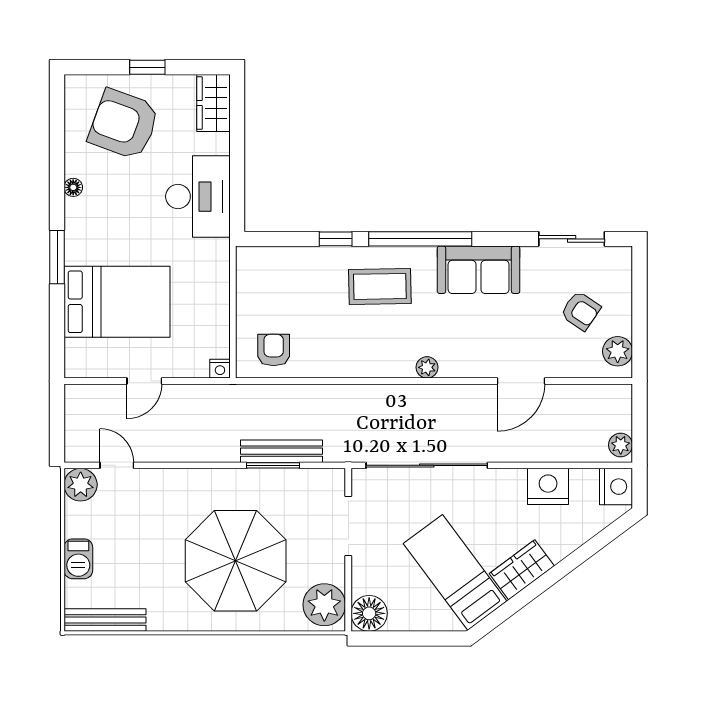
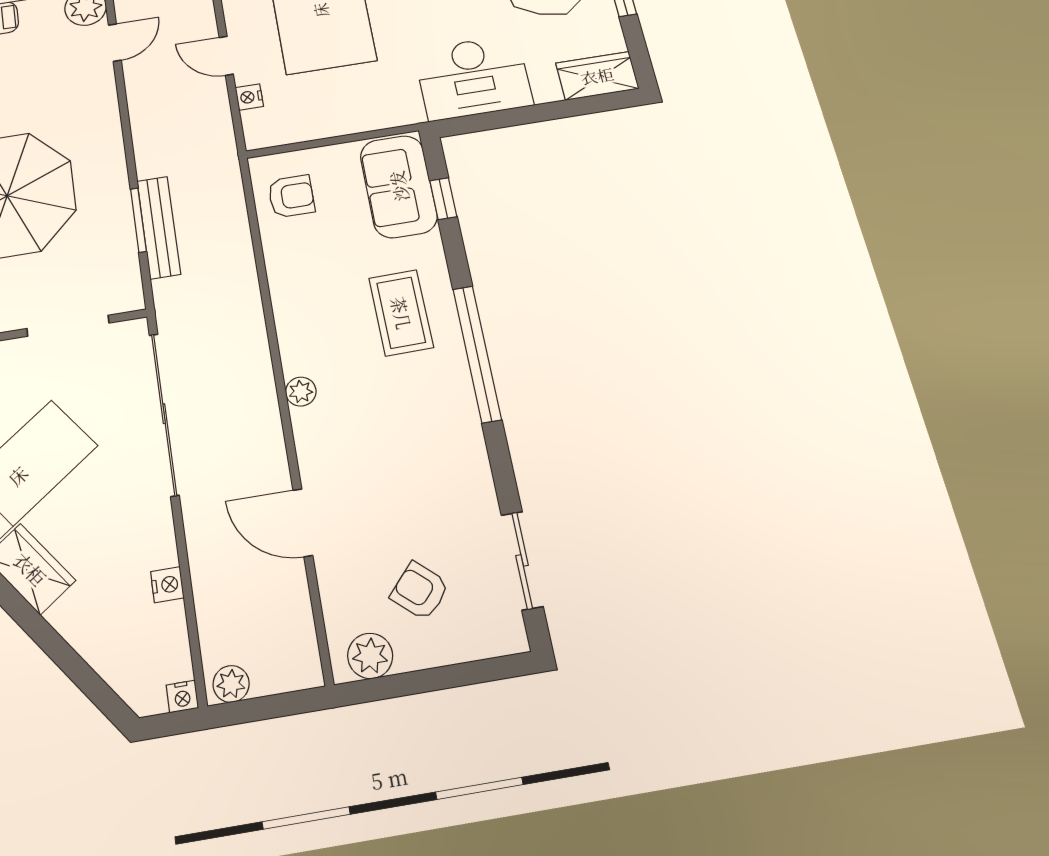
window: (336, 239) -> (443, 199), moved
sofa: (479, 270) -> (399, 186), moved
armchair: (581, 311) -> (420, 591), turned 98
nightstand: (220, 369) -> (249, 97), moved
nightstand: (548, 486) -> (167, 585), width x0.53, depth x0.56
nightstand: (616, 487) -> (182, 696), width x0.53, depth x0.56

